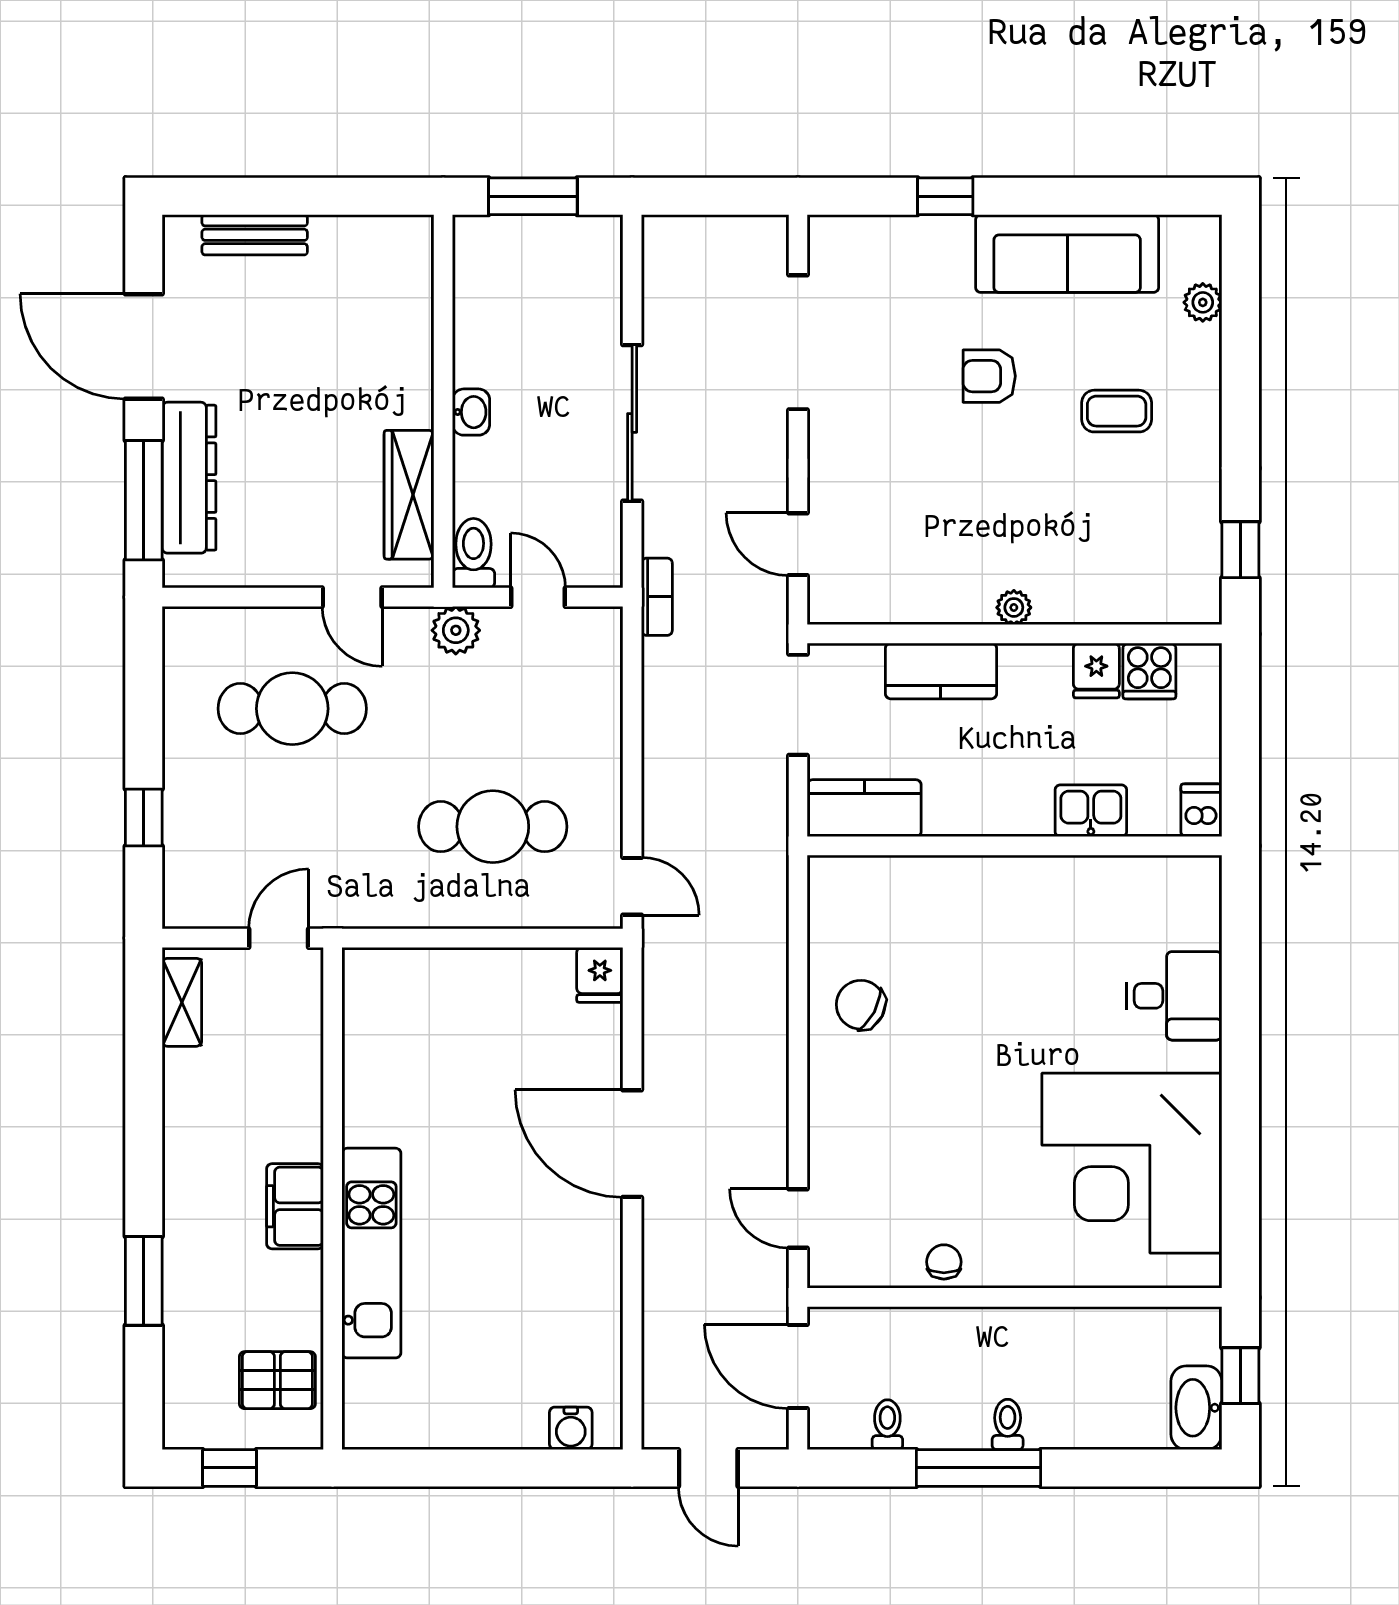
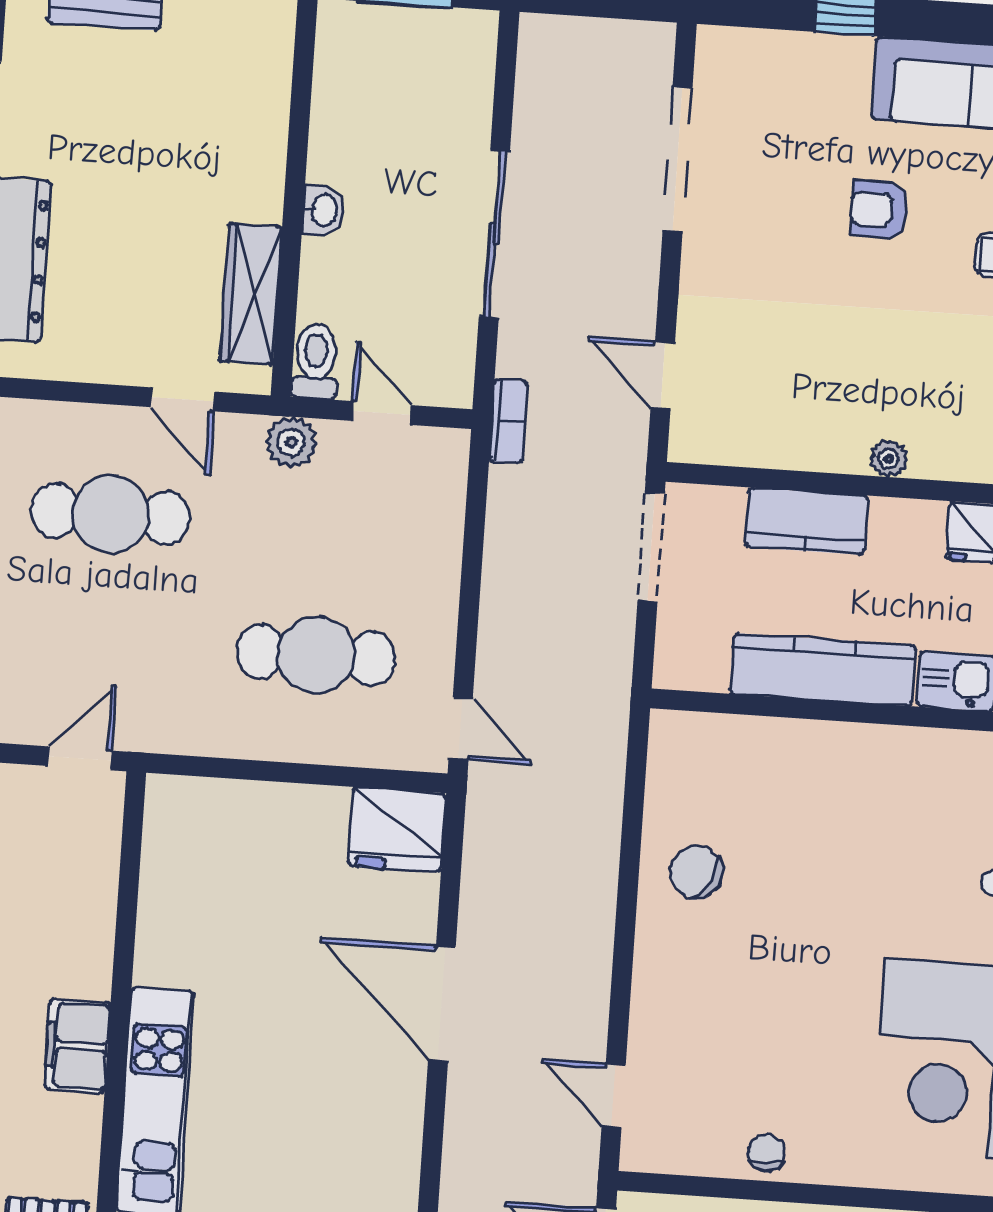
kitchen counter: (864, 808) -> (823, 670), moved, width x1.50
fridge: (600, 975) -> (397, 829), width x1.88, depth x1.34

